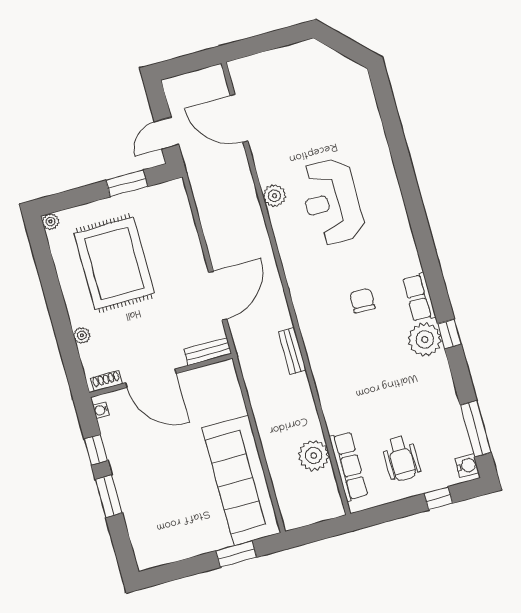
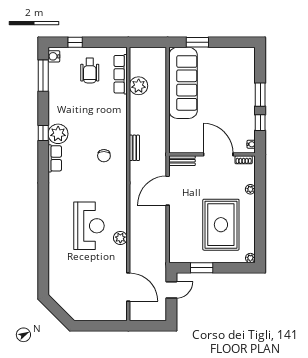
chair: (362, 301) -> (104, 156), moved
wheelchair: (401, 458) -> (90, 71), turned 180

